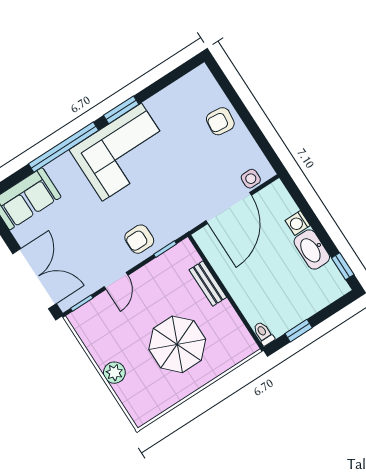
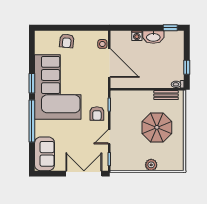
corner sofa: (122, 152) -> (58, 87), width x1.36, depth x1.36
door: (116, 281) -> (109, 137), swing flipped
bench: (208, 283) -> (166, 95), moved

